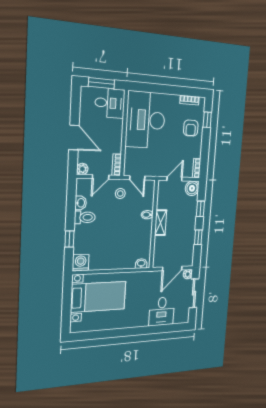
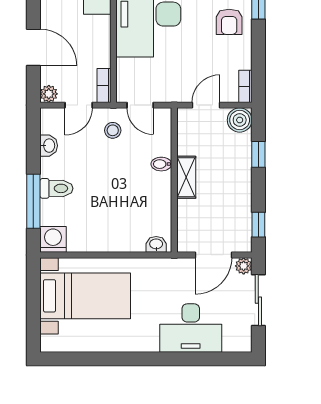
toilet: (85, 217) -> (56, 188), moved
window: (198, 237) -> (258, 225), moved
window: (70, 239) -> (33, 201), width x2.17
desk: (162, 311) -> (191, 328), width x1.37

